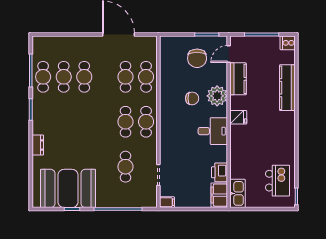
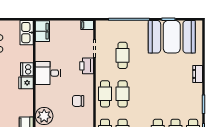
chair: (192, 98) -> (78, 101), moved
fridge: (238, 117) -> (26, 83), moved
desk: (213, 131) -> (48, 73), moved
dishwasher: (237, 150) -> (27, 69), added
printer: (220, 172) -> (87, 66), moved, turned 180

